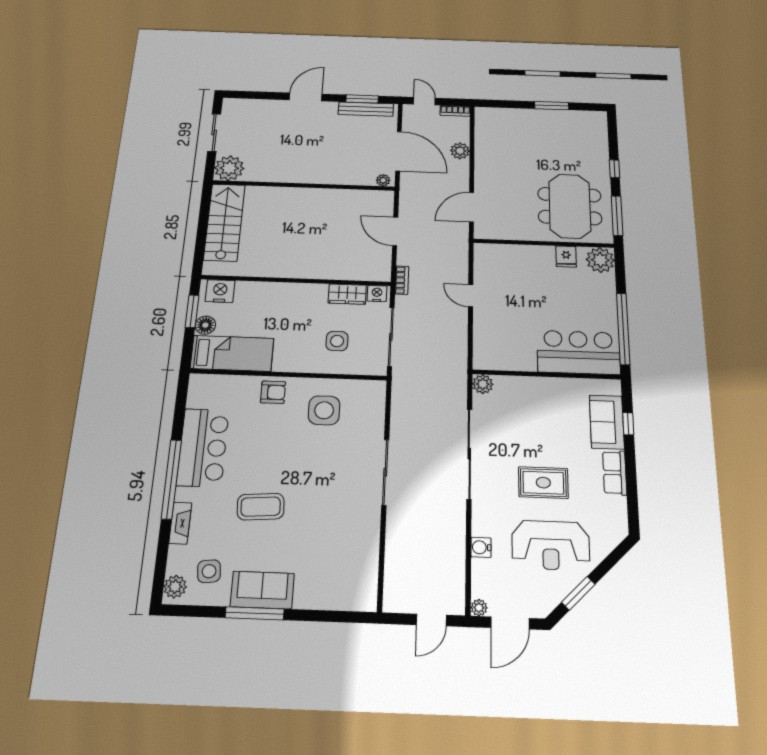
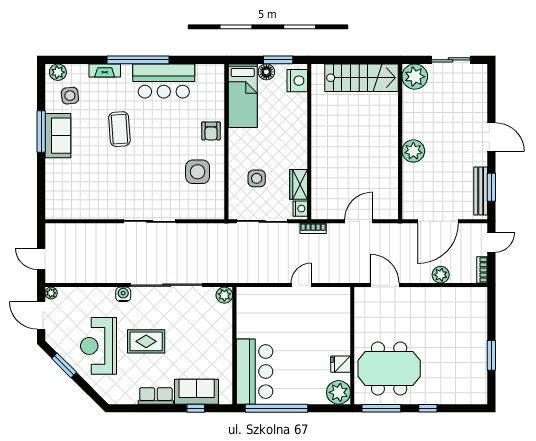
plant: (383, 180) -> (413, 151), moved, width x1.88, depth x1.88
rug: (543, 483) -> (146, 341), turned 90
water cooler: (481, 547) -> (123, 294), moved

